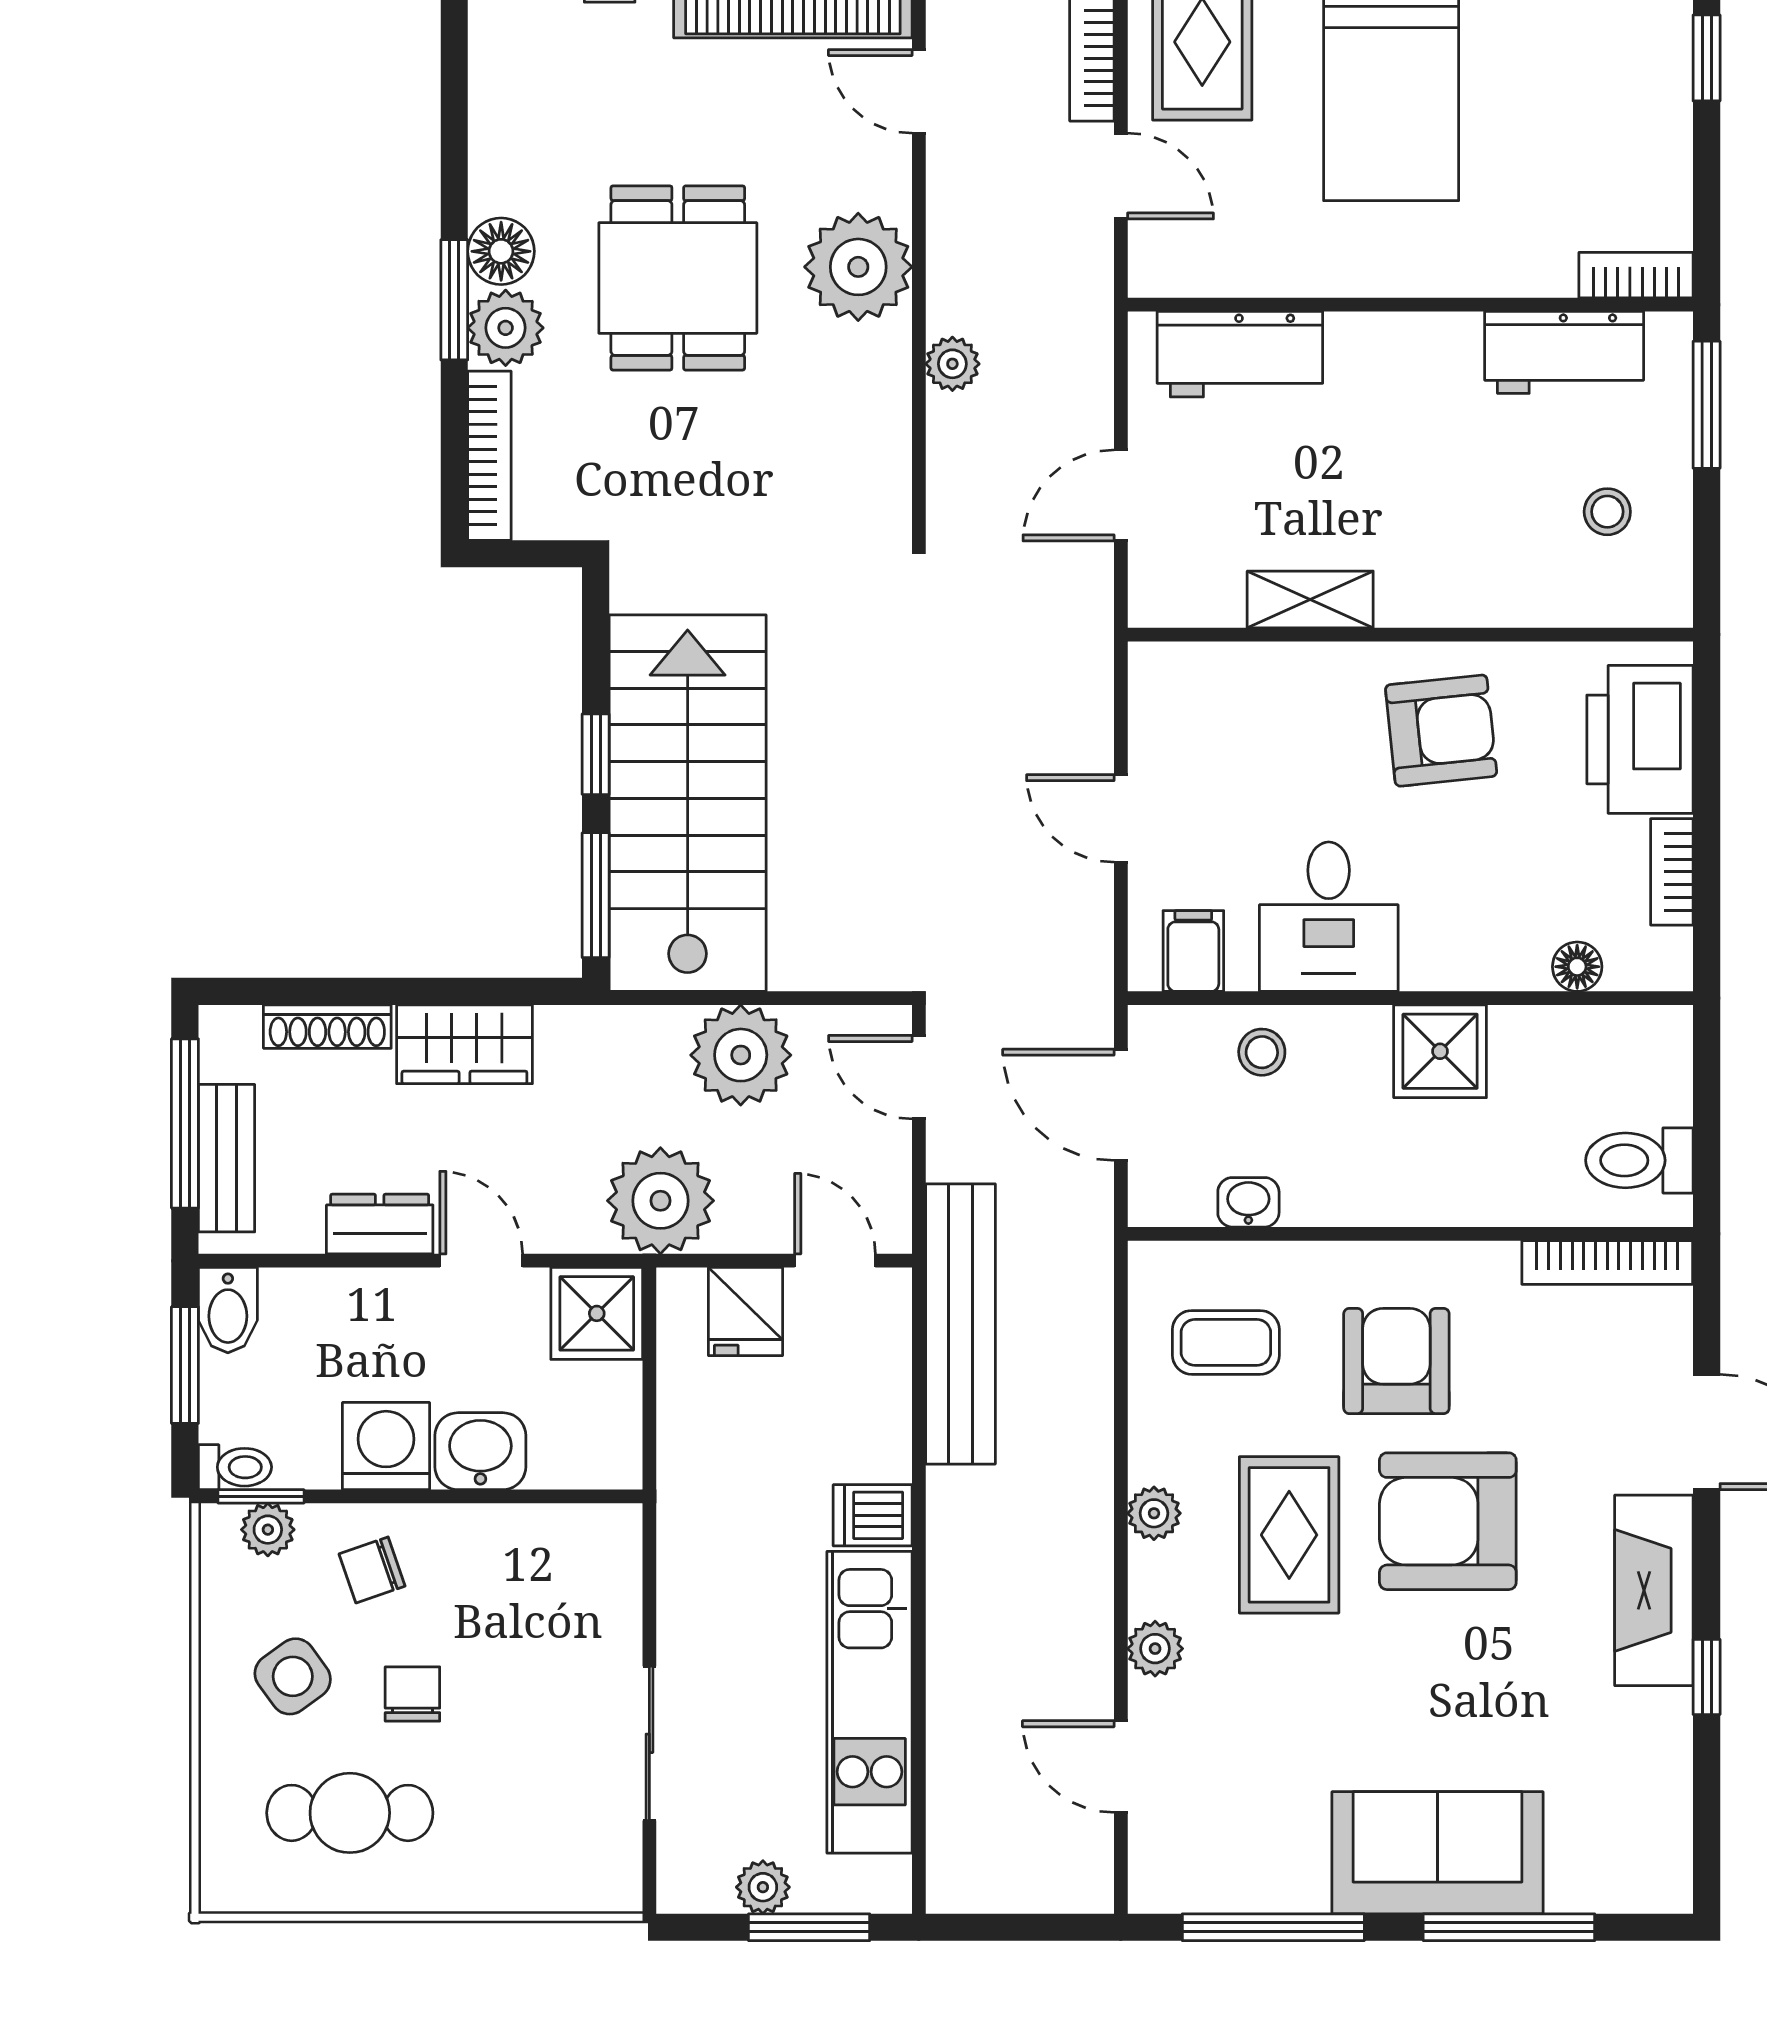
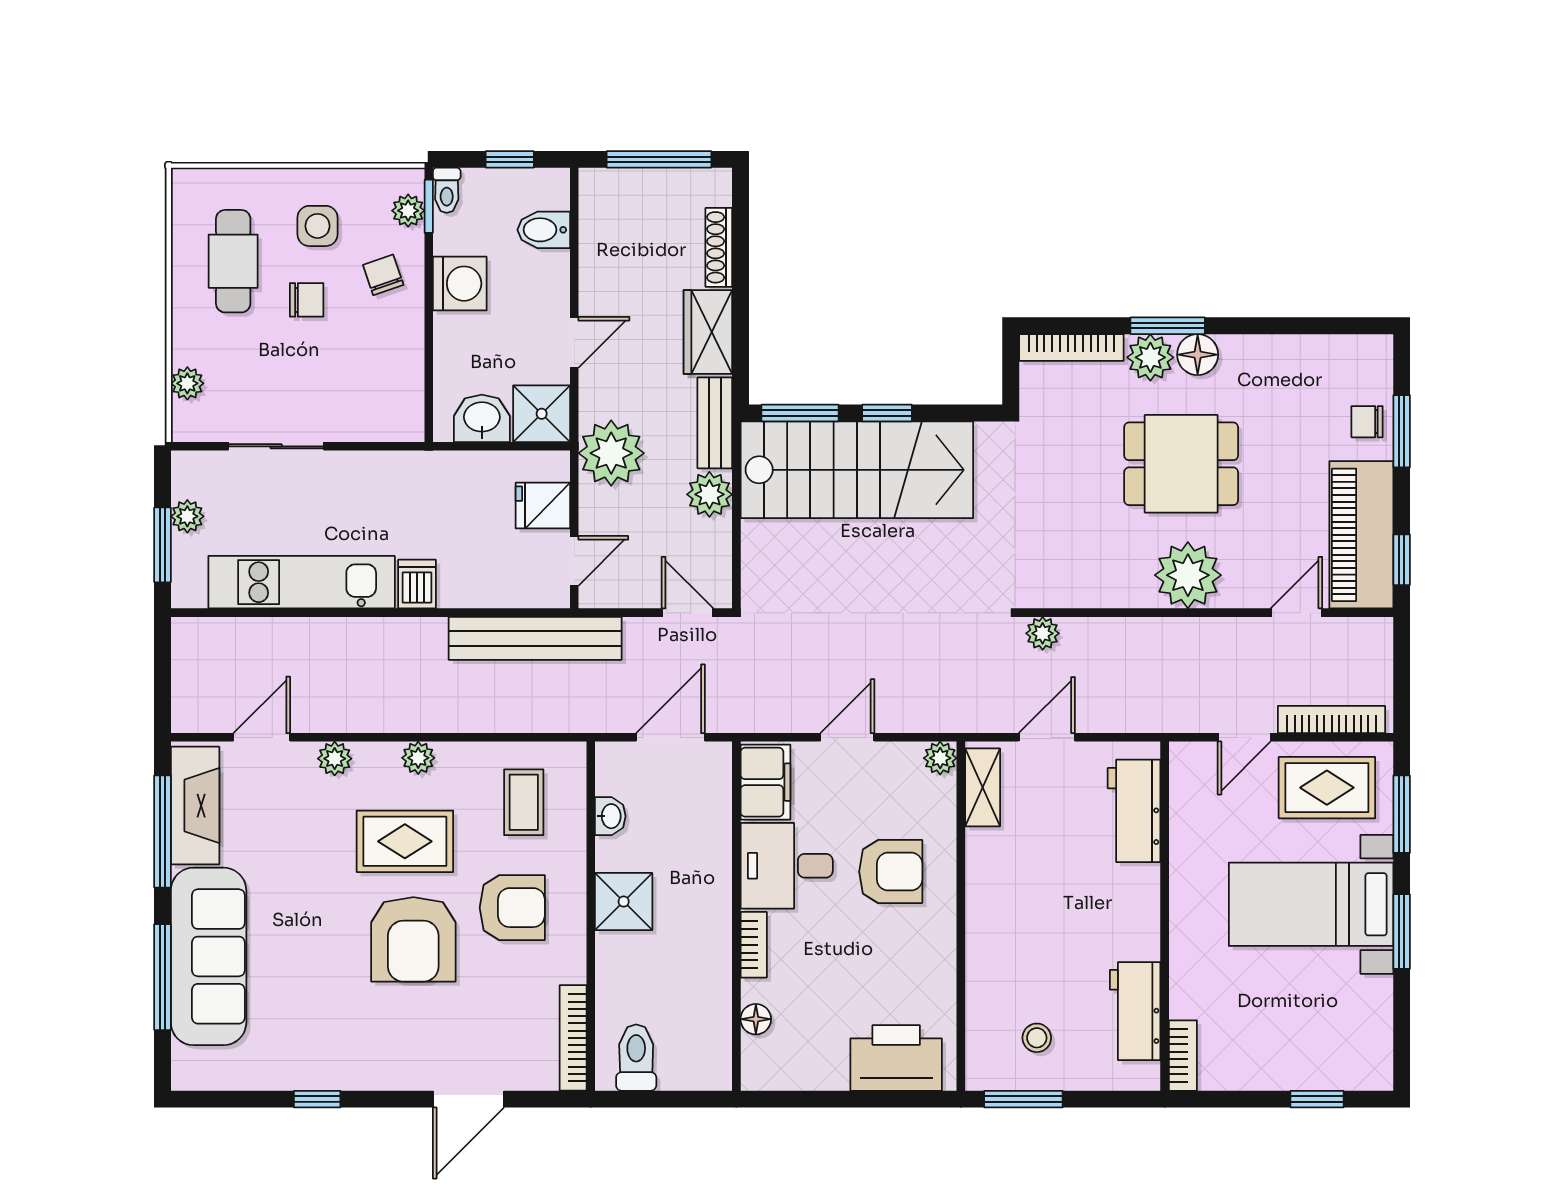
plant: (952, 364) -> (1043, 633), moved
window: (1707, 405) -> (1023, 1099), moved
door: (1121, 495) -> (1047, 737), hinge flipped
shelving: (1310, 599) -> (983, 787), moved
plant: (1154, 668) -> (940, 758), added
armchair: (1441, 731) -> (891, 872), moved, turned -84
bookcase: (1672, 872) -> (754, 945), moved, turned 90
filing cabinet: (1193, 951) -> (765, 782), width x2.00
shower: (1440, 1051) -> (624, 902), moved
stool: (1262, 1052) -> (703, 824), removed
plant: (741, 1055) -> (709, 494), width x0.73, depth x0.73
door: (919, 1077) -> (688, 613), hinge flipped
bench: (227, 1158) -> (715, 423), moved, turned 90
dresser: (380, 1224) -> (597, 280), removed
bidet: (228, 1310) -> (544, 230), moved
window: (185, 1365) -> (510, 159), width x0.67
washbasin: (480, 1451) -> (482, 418), moved, turned -90
armchair: (1448, 1521) -> (413, 939), turned 180
fireplace: (1654, 1590) -> (195, 806), moved, turned 90
side table: (293, 1676) -> (317, 226), turned 36
sofa: (1437, 1853) -> (209, 956), width x1.36
plant: (548, 1887) -> (187, 383), added

